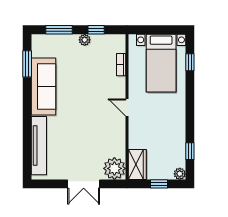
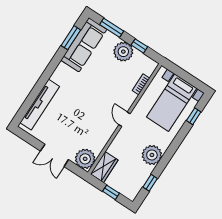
plant: (85, 40) -> (123, 52), width x1.87, depth x1.87
sofa: (44, 86) -> (84, 45), moved
plant: (180, 174) -> (152, 155), moved, width x1.87, depth x1.87

